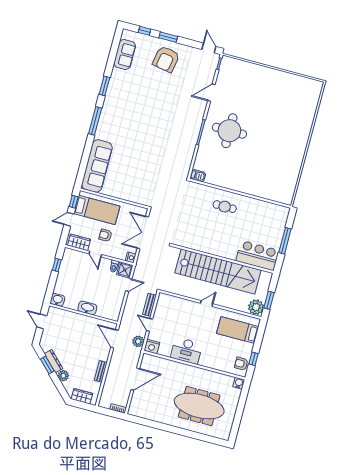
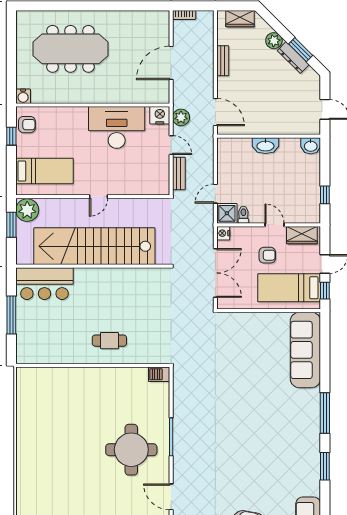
door: (211, 93) -> (171, 497), swing flipped
desk: (187, 351) -> (117, 127), width x1.36, depth x1.30

